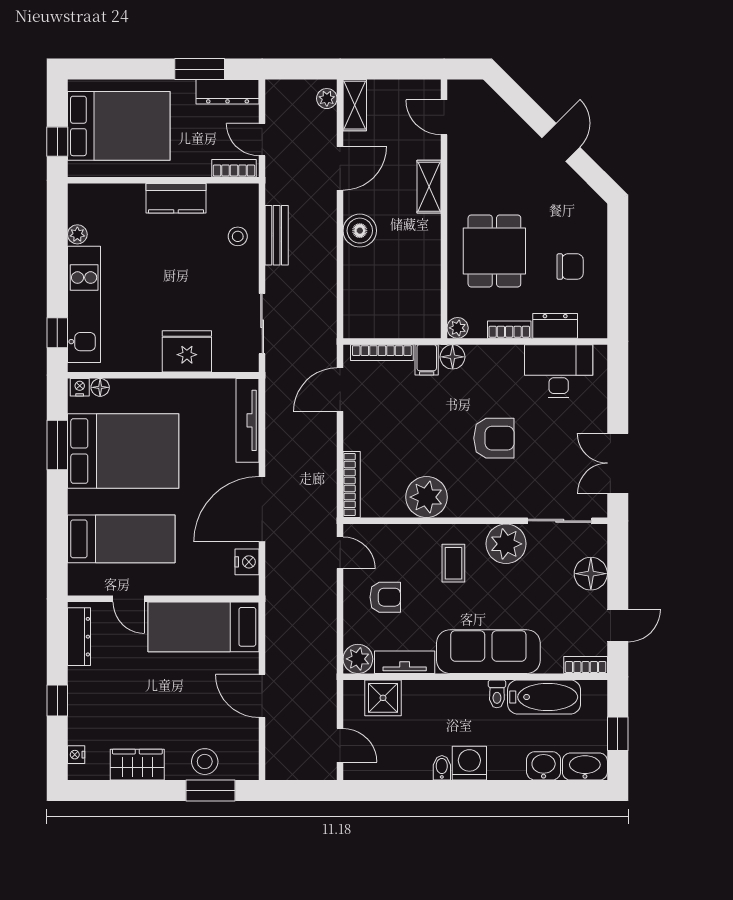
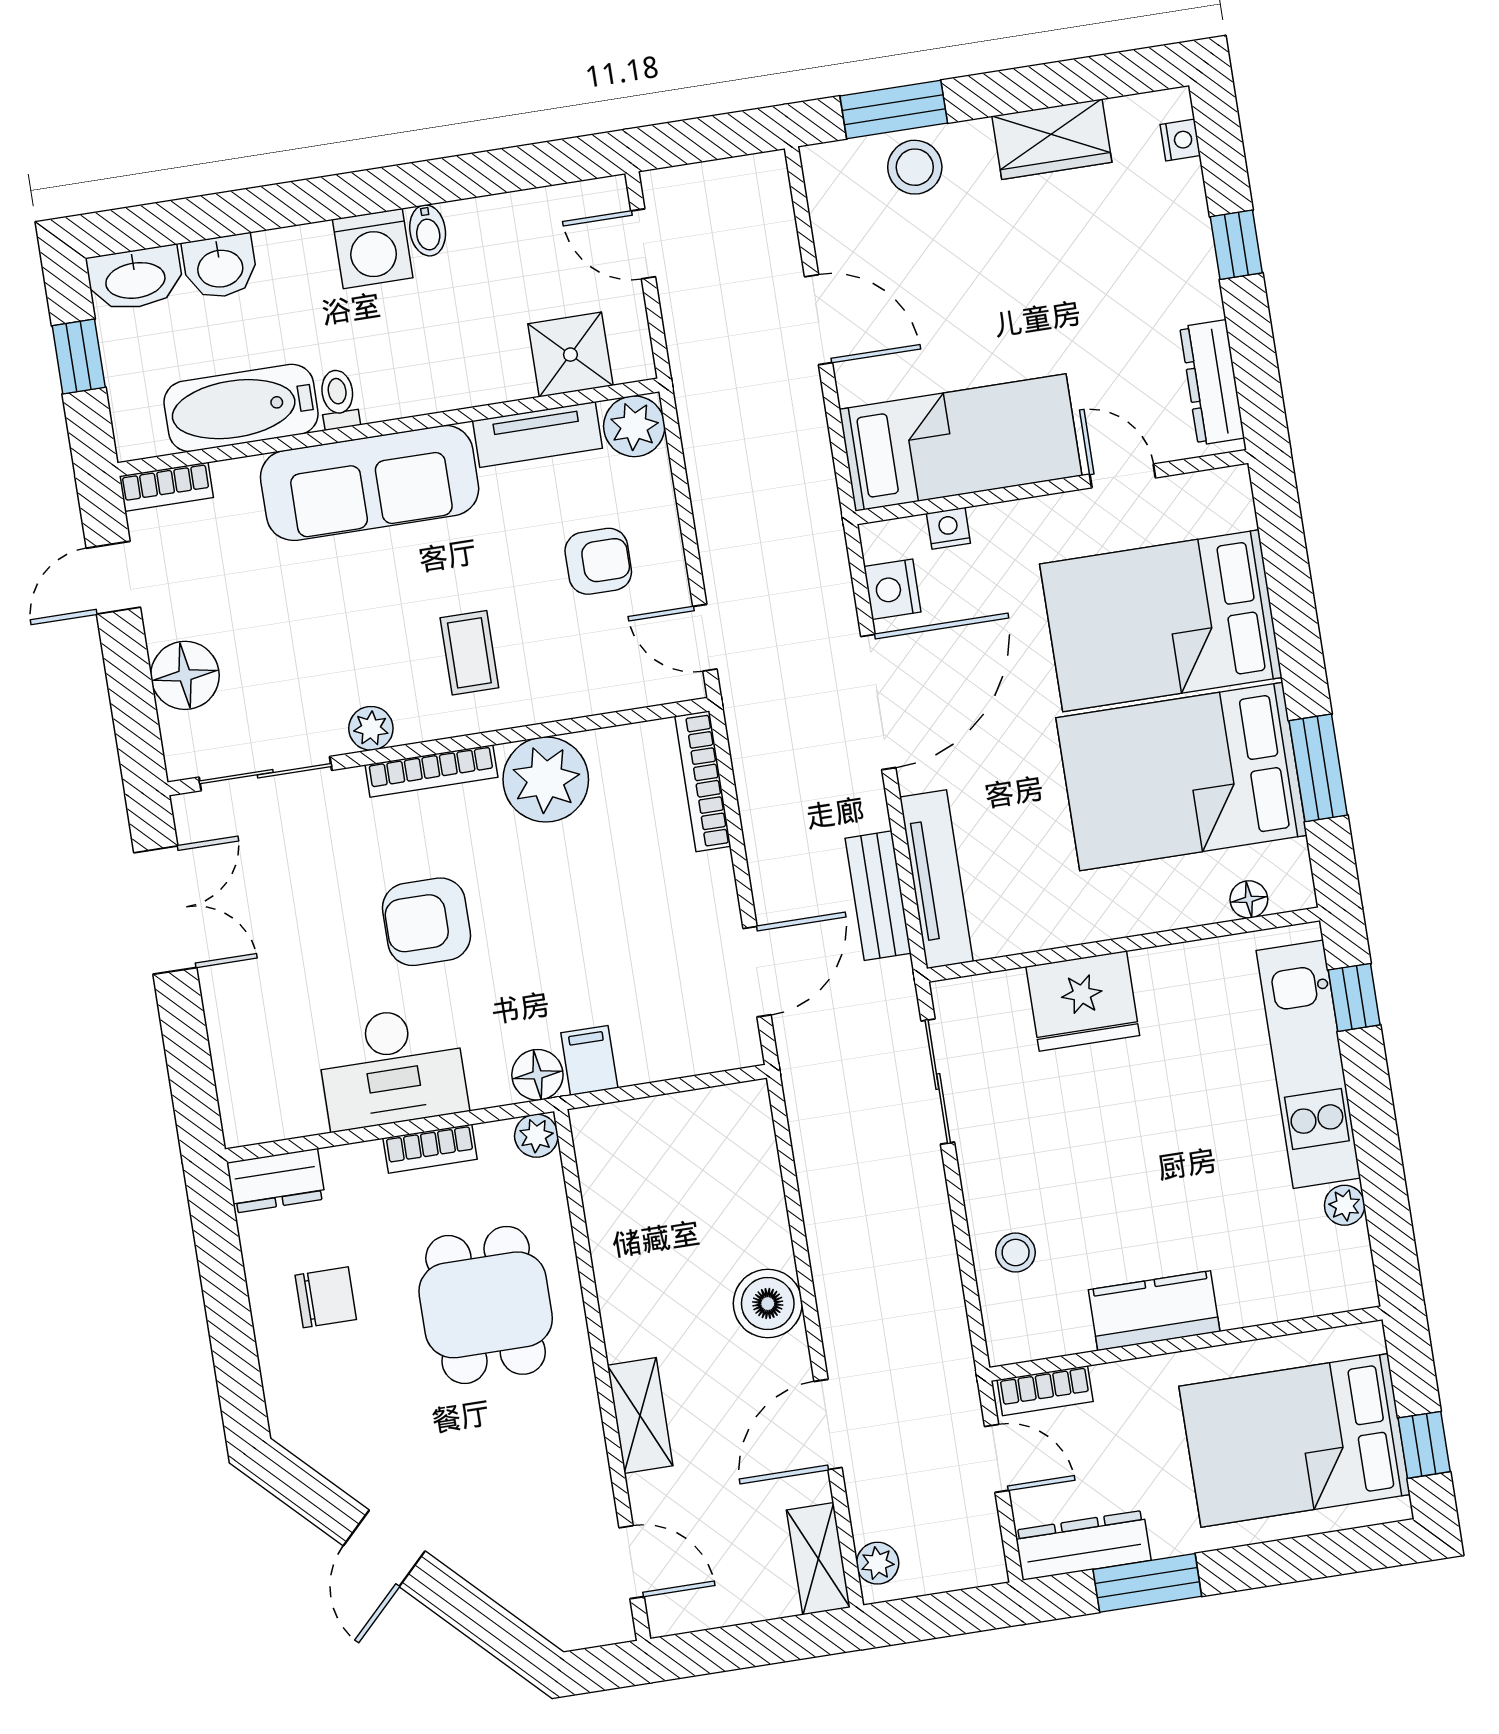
window: (57, 142) -> (1424, 1445), moved
bench: (277, 235) -> (878, 896), moved
chair: (570, 267) -> (326, 1297), turned 180
dresser: (555, 326) -> (276, 1181), moved
bookcase: (382, 353) -> (431, 771), moved, turned 180
desk: (559, 371) -> (392, 1067), moved
nightstand: (80, 387) -> (948, 528), moved, turned 180
bed: (121, 539) -> (1161, 621), width x1.50
plant: (506, 544) -> (371, 728), width x0.53, depth x0.53
armchair: (385, 597) -> (598, 561), turned 180

